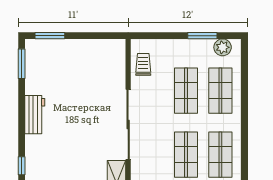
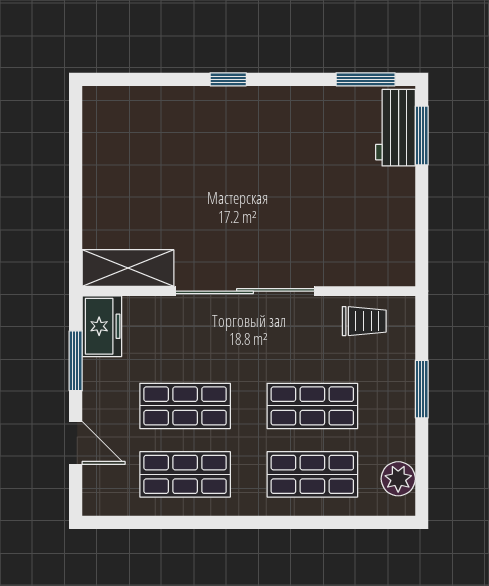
window: (202, 36) -> (422, 389), moved
workbench: (35, 115) -> (395, 128), moved, turned 90
window: (22, 166) -> (228, 79), moved

